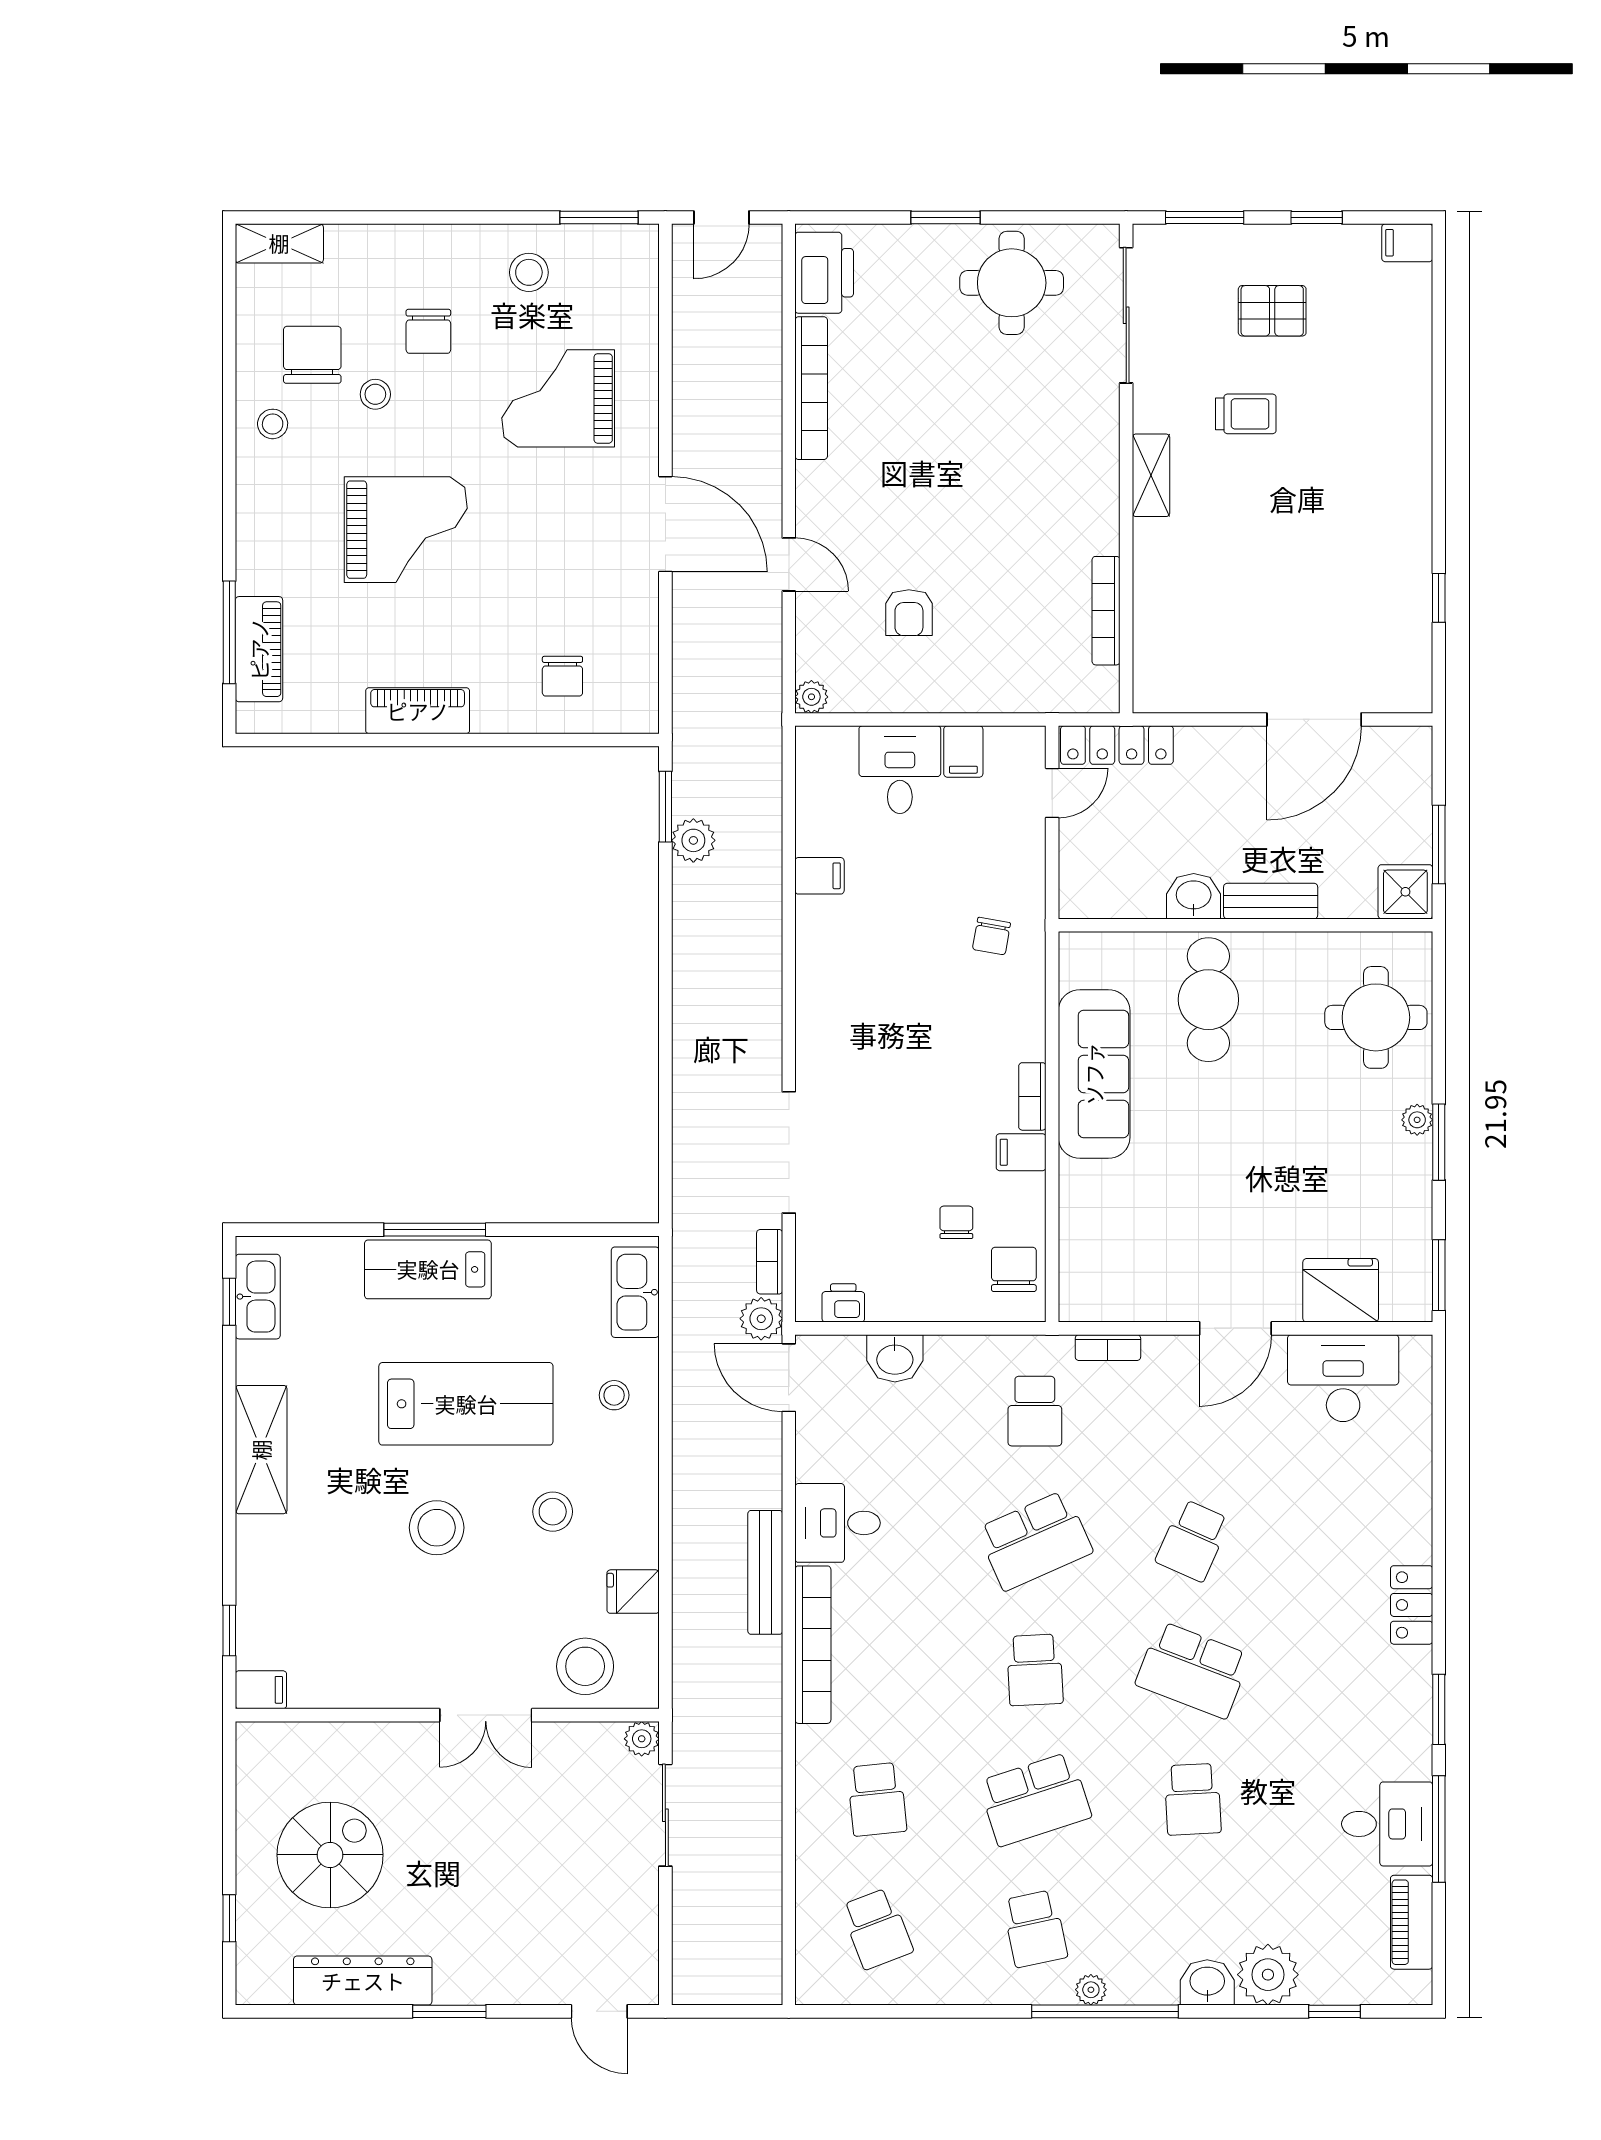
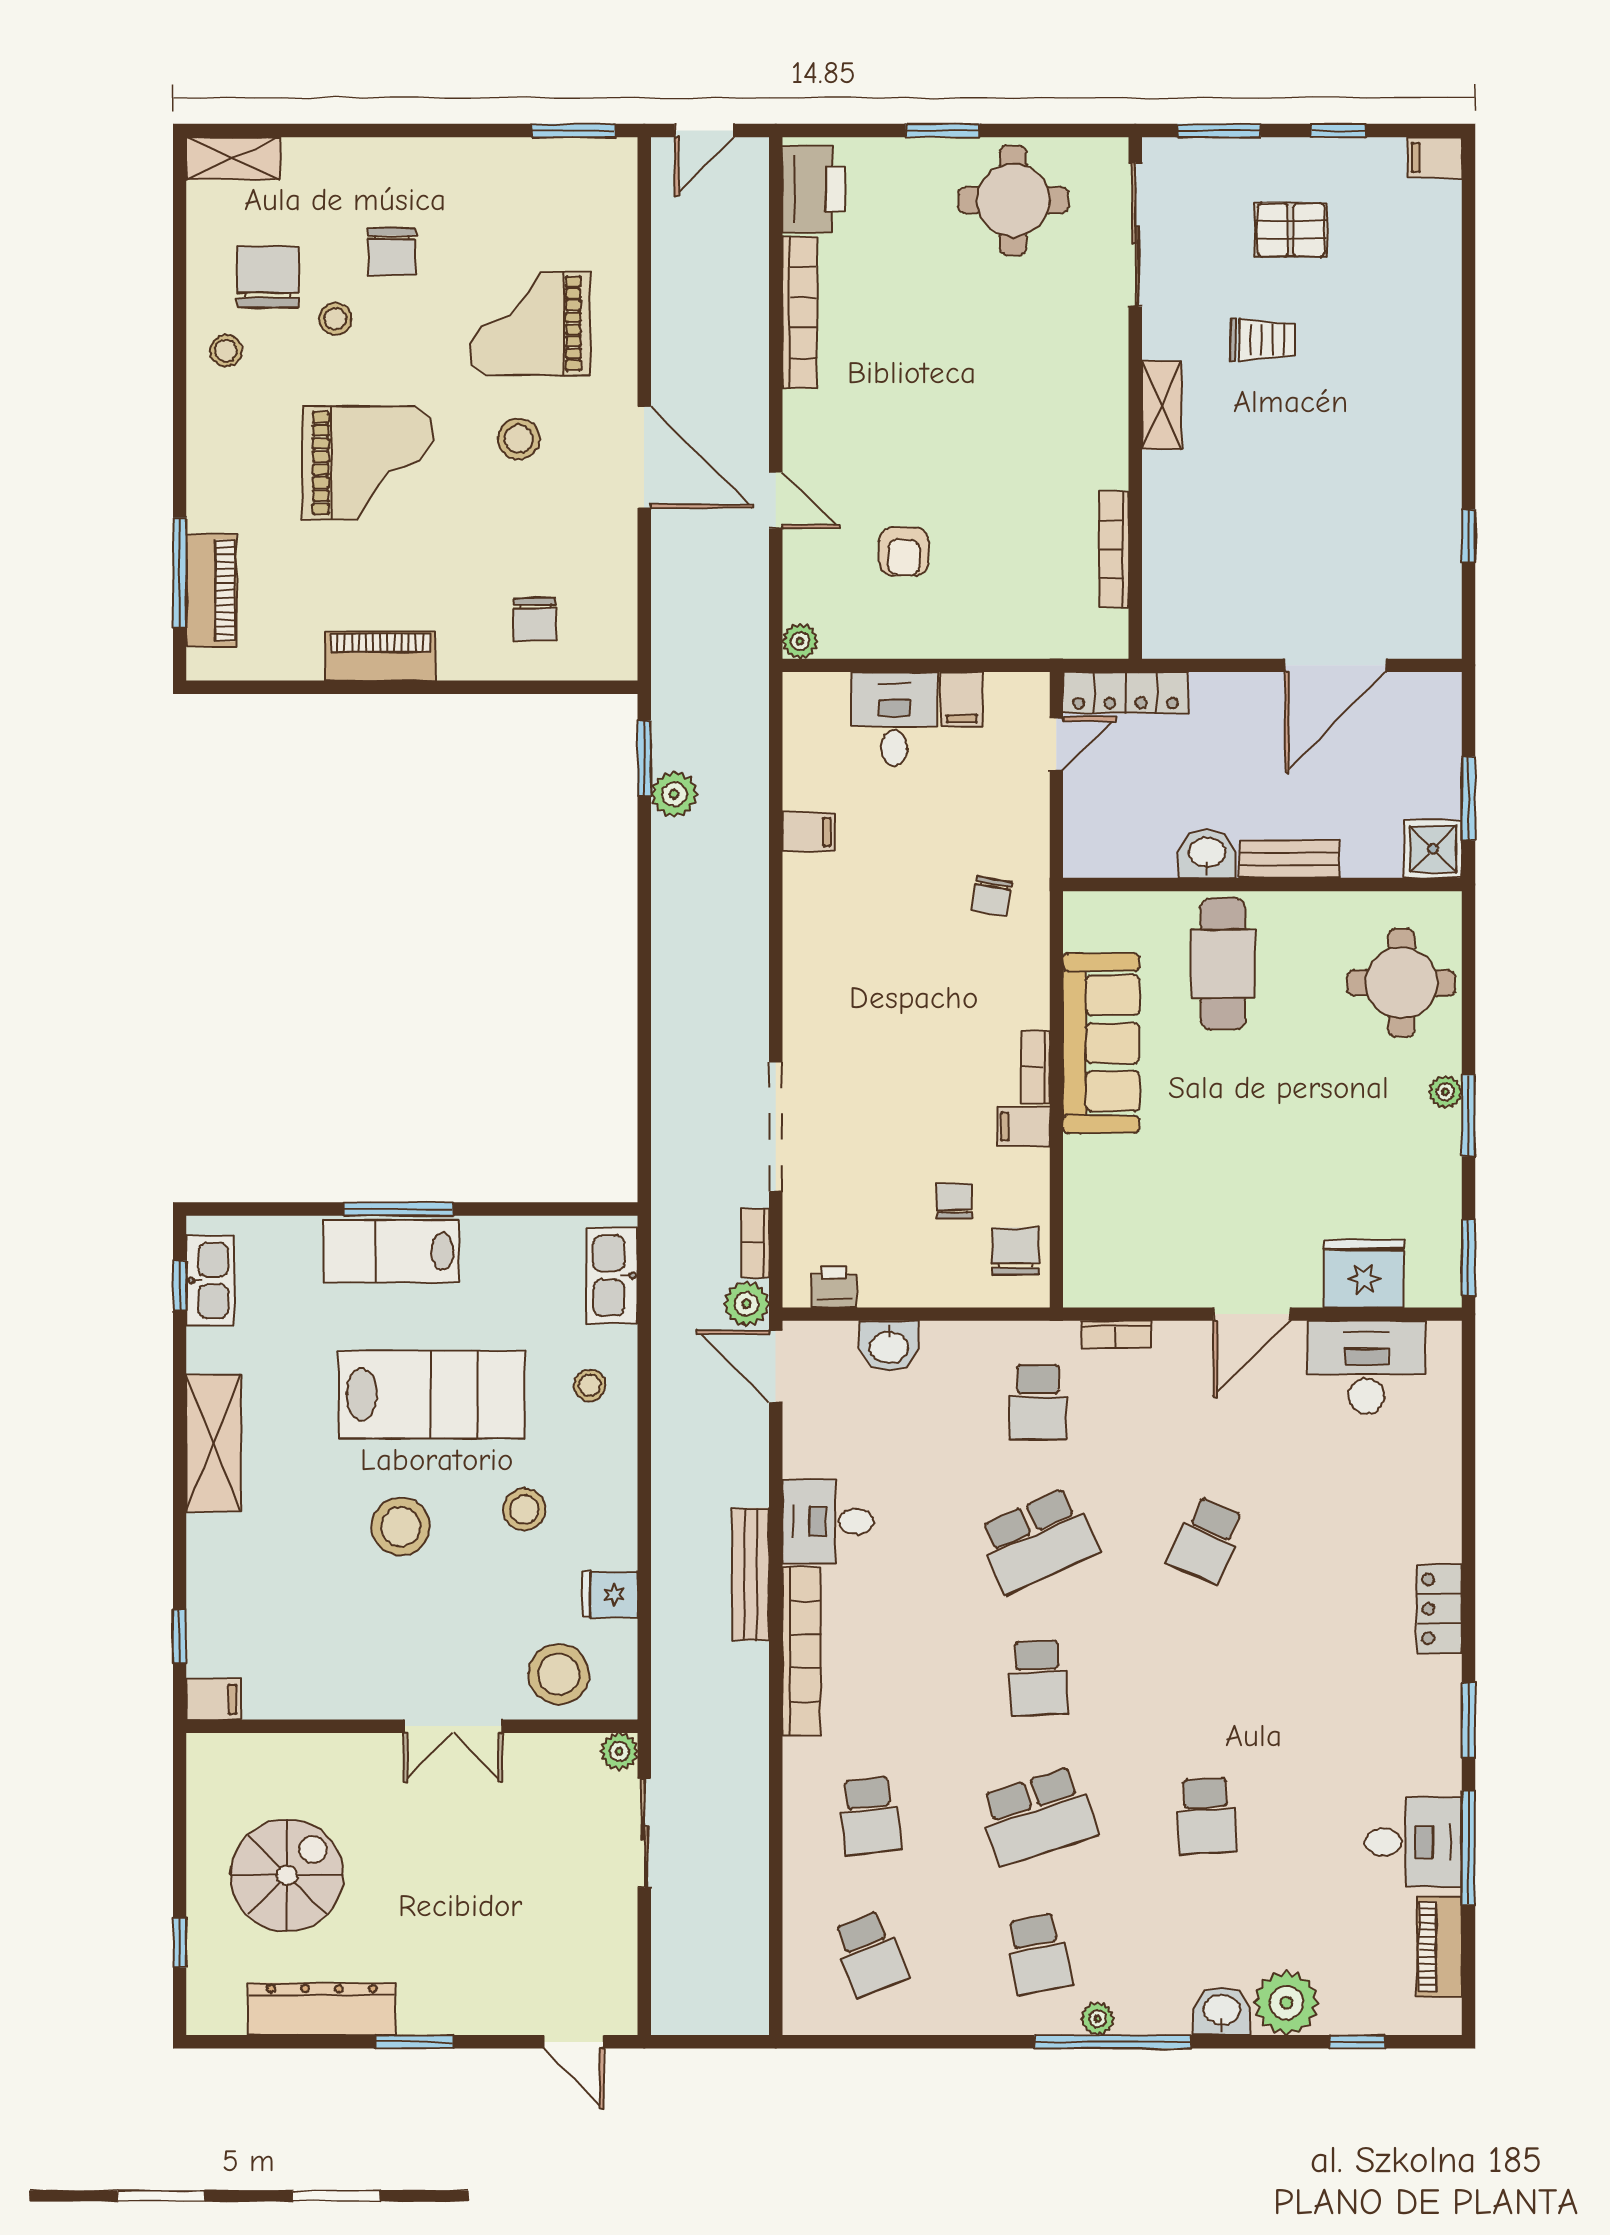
stool: (529, 272) -> (519, 439), moved
school desk: (1193, 1670) -> (1206, 1678), removed

